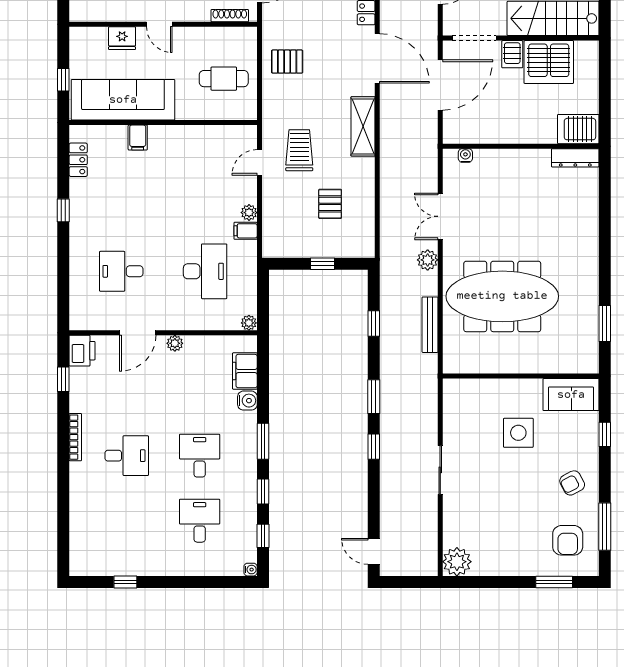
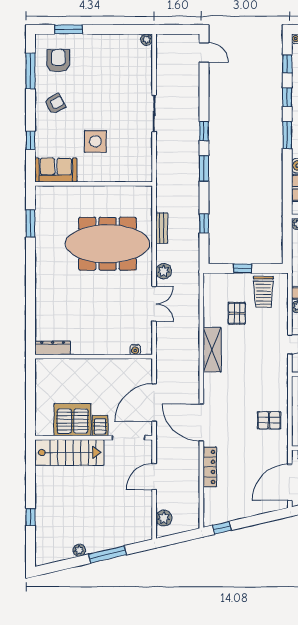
shelving: (363, 126) -> (212, 350), moved
server rack: (578, 129) -> (50, 369), removed
trolley: (299, 150) -> (263, 292), moved
bench: (430, 325) -> (162, 228), width x0.73
plant: (457, 562) -> (147, 40), width x0.53, depth x0.53

